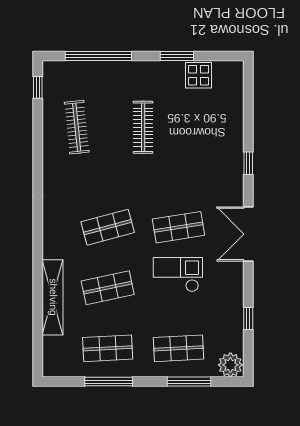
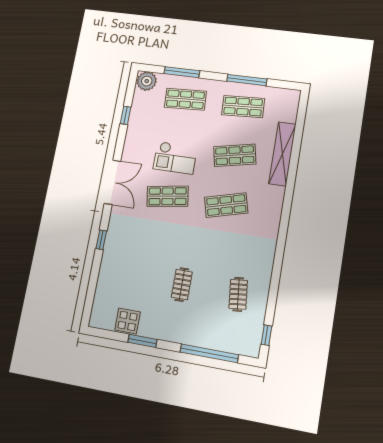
clothes rail: (77, 127) -> (238, 294), width x0.73
clothes rail: (143, 127) -> (182, 285), width x0.73

